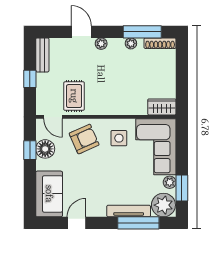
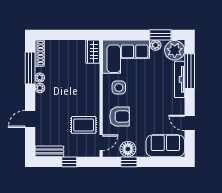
plant: (101, 44) -> (40, 88), moved
armchair: (84, 139) -> (120, 117), turned 114

